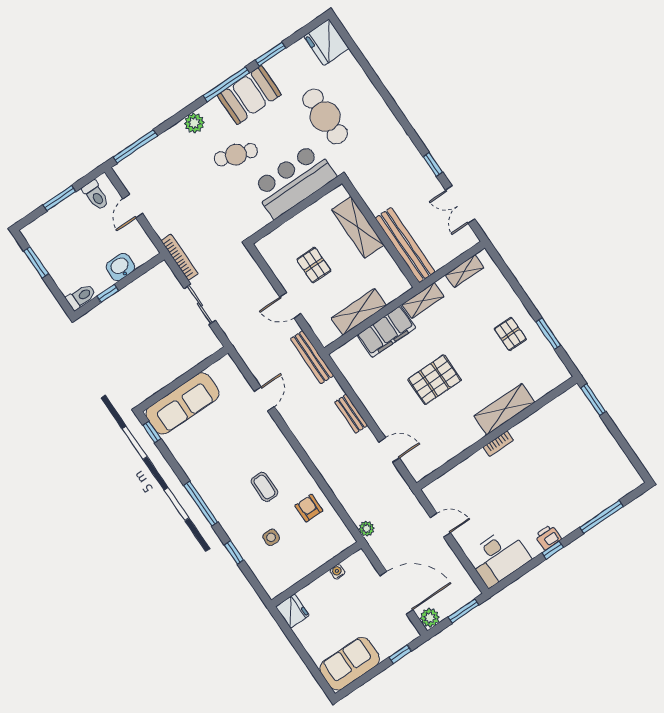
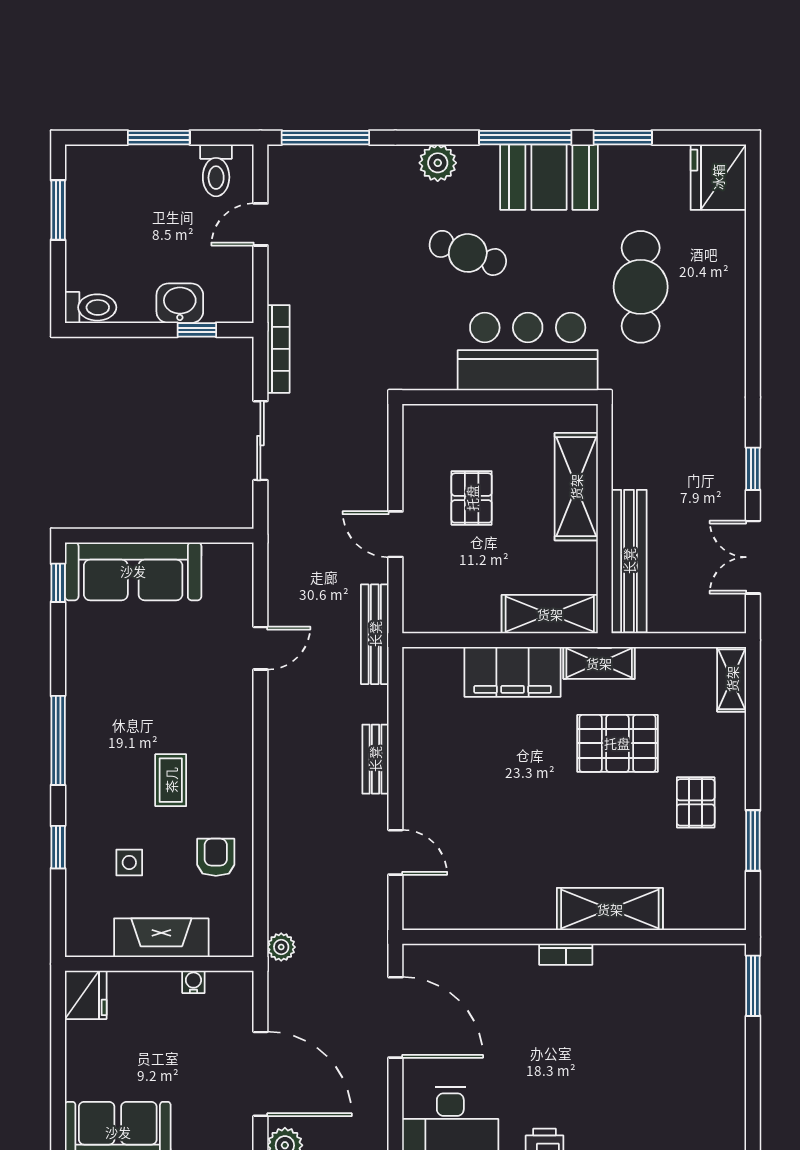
shelving: (465, 271) -> (732, 679), moved, turned 90
window: (108, 293) -> (197, 330), moved
shelving: (359, 312) -> (550, 614), moved
pallet: (434, 380) -> (617, 743), moved
door: (440, 525) -> (395, 1017), width x1.88
fireplace: (309, 562) -> (161, 938), added

